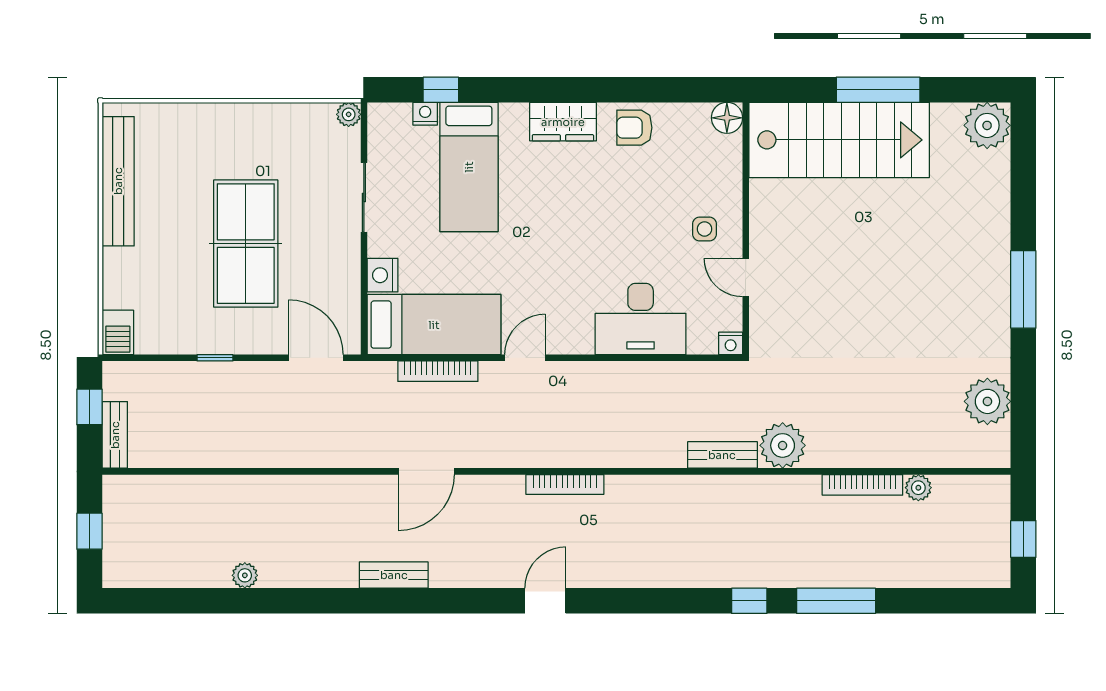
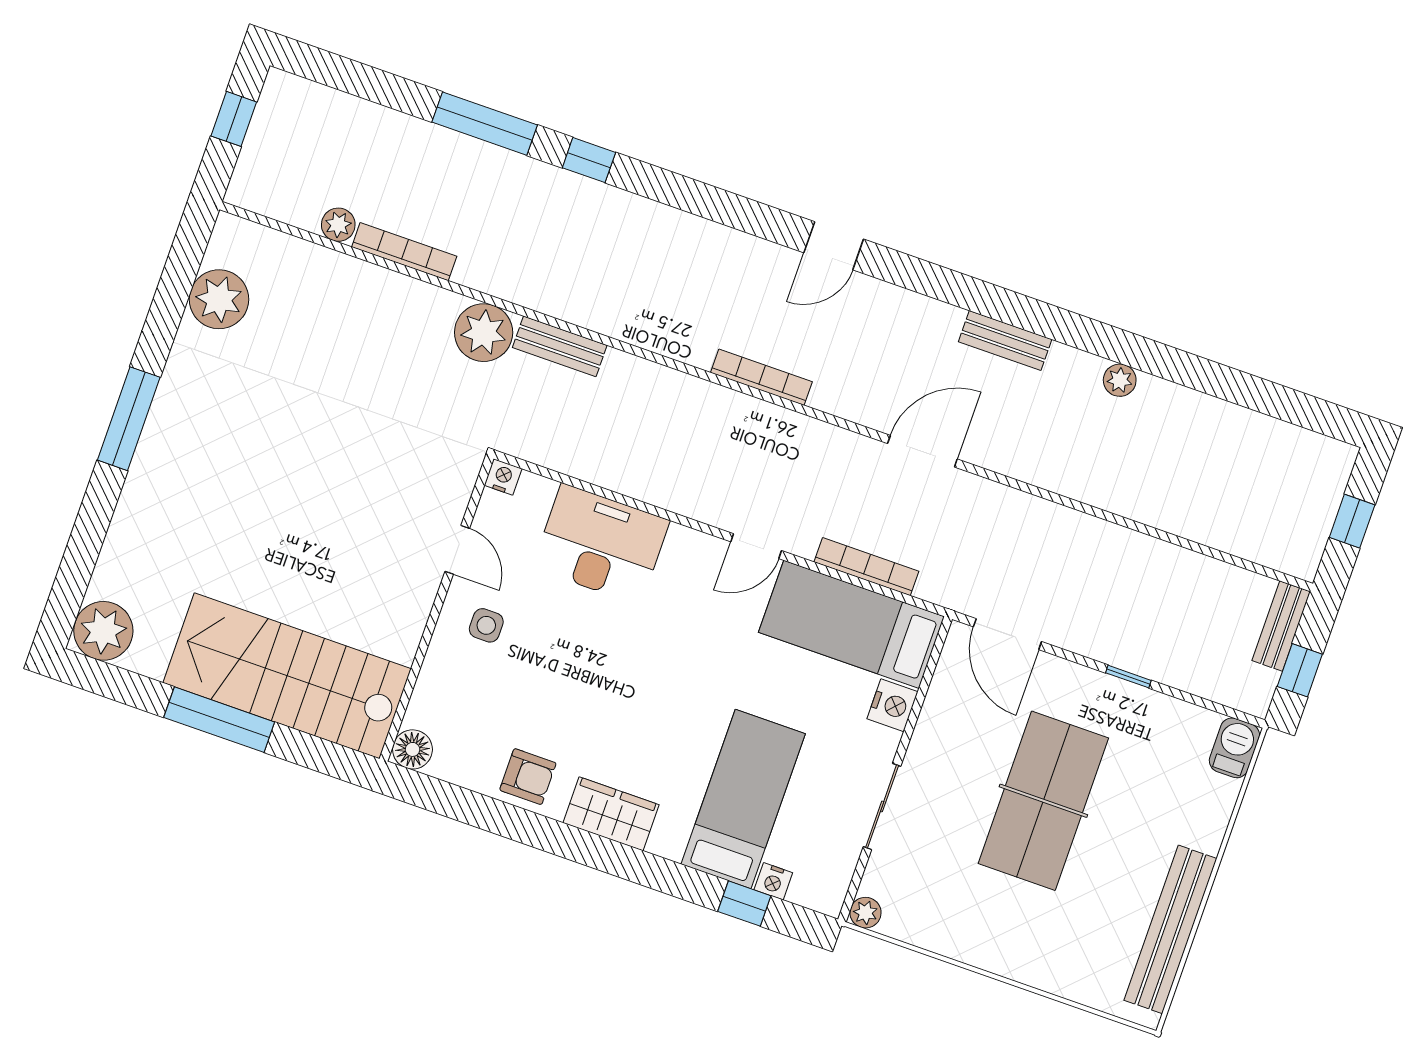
plant: (245, 575) -> (1120, 380), moved

